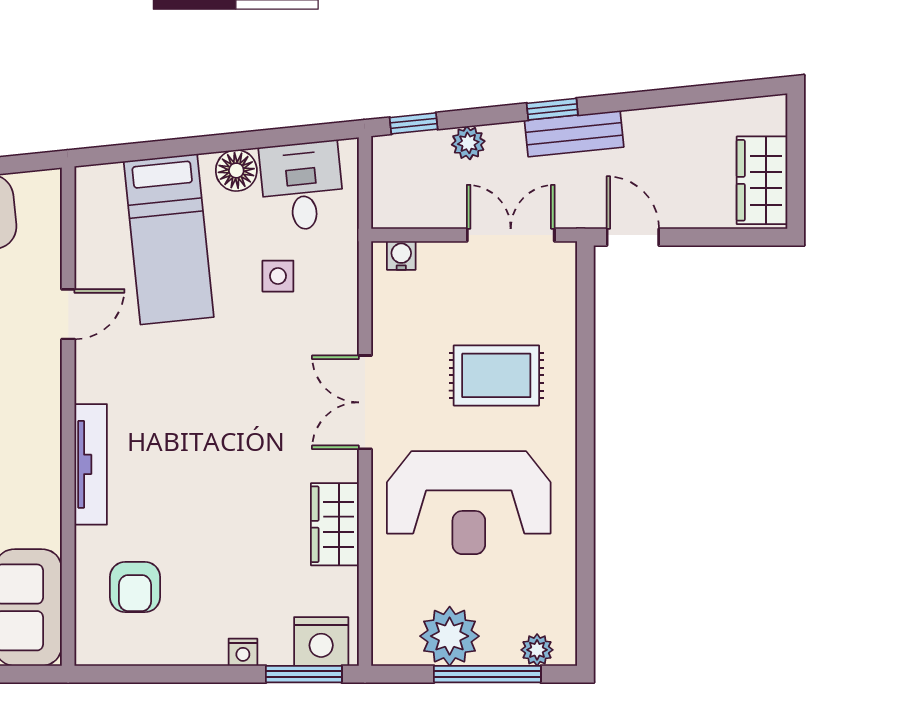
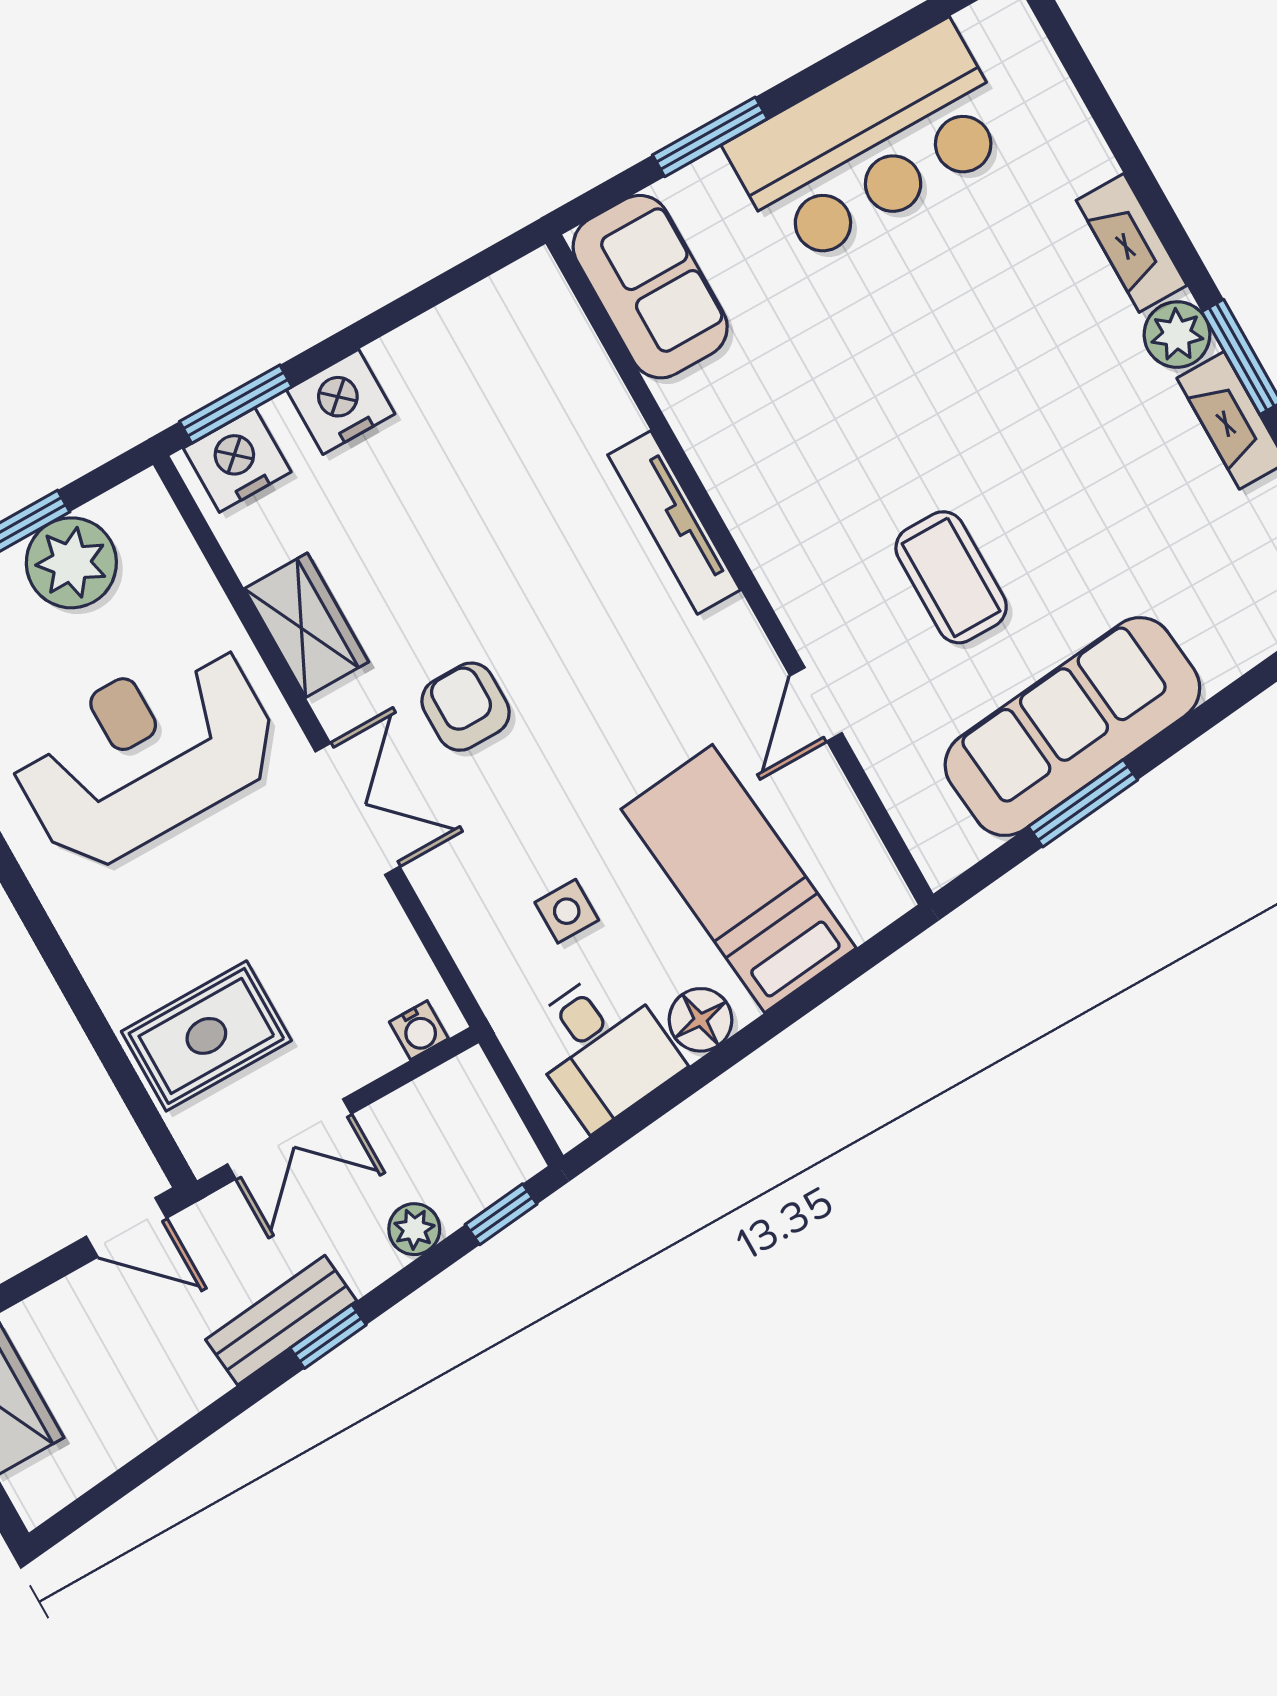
rug: (496, 375) -> (206, 1036), moved
armchair: (135, 587) -> (466, 707), moved
nightstand: (243, 652) -> (341, 402), width x1.89, depth x1.79

